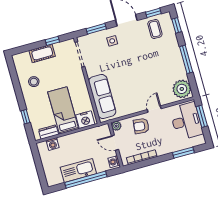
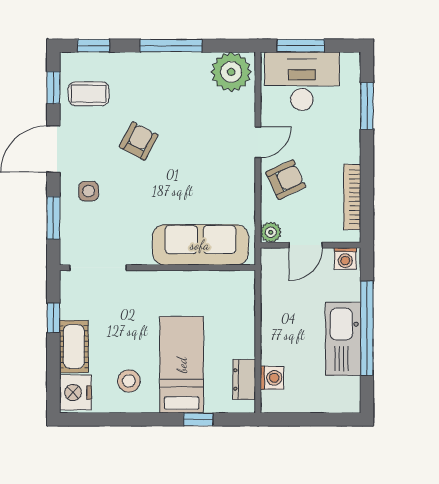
armchair: (140, 57) -> (139, 141), added
door: (154, 109) -> (258, 142), swing flipped
bed: (63, 110) -> (182, 365), moved, turned 90
nightstand: (85, 120) -> (75, 392), moved, turned 180
armchair: (141, 126) -> (286, 180), turned -121

